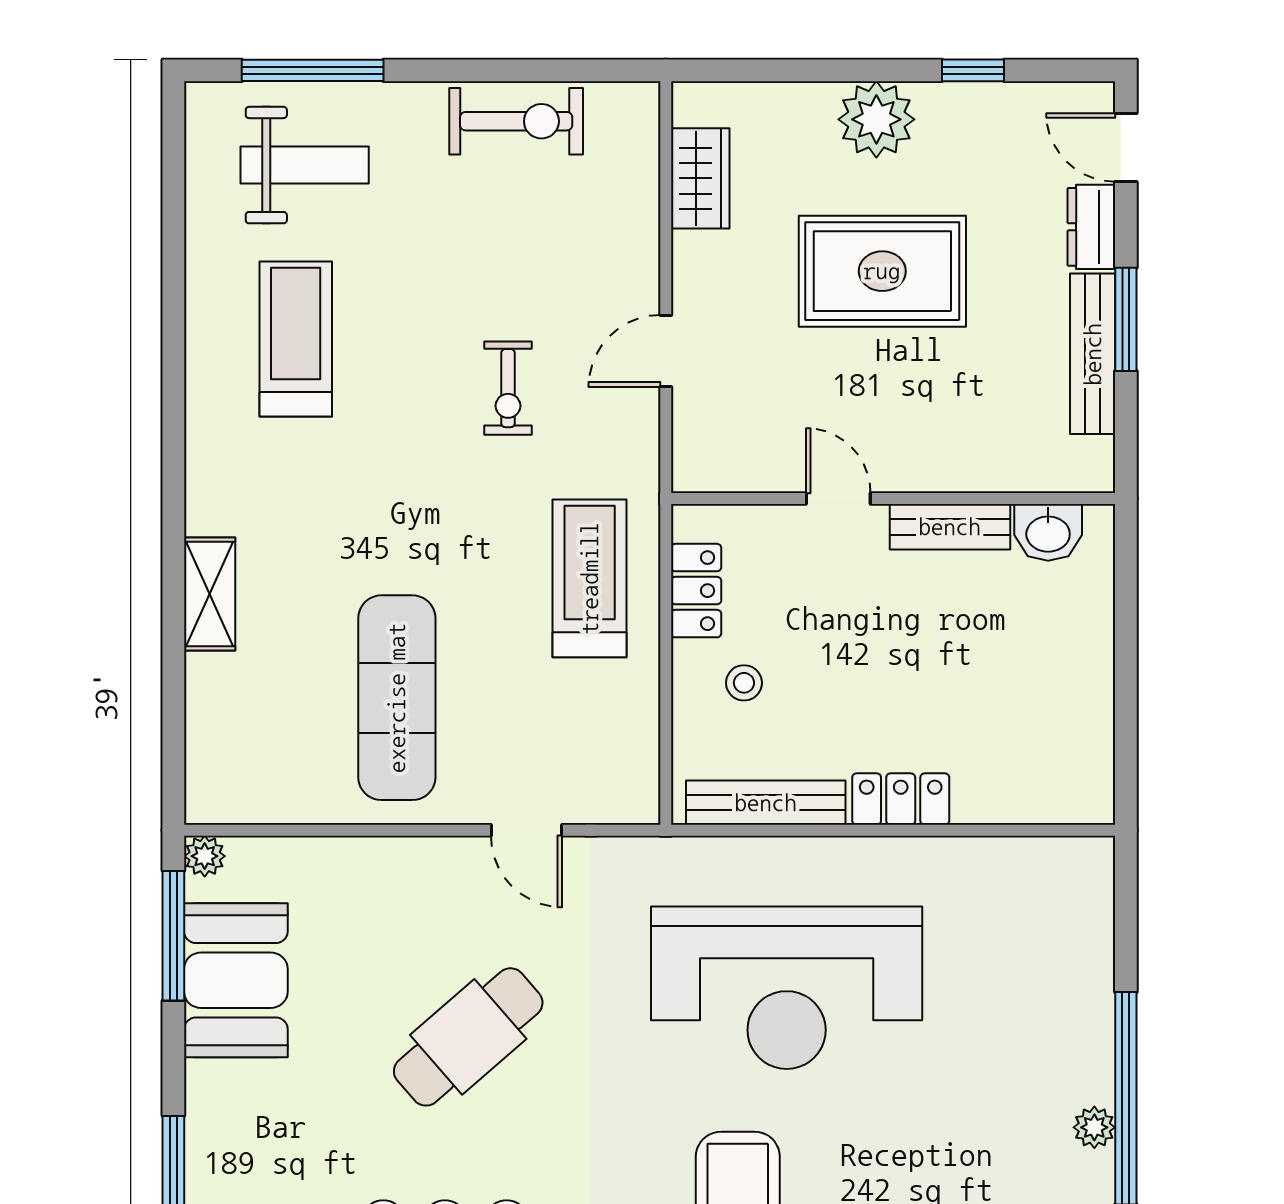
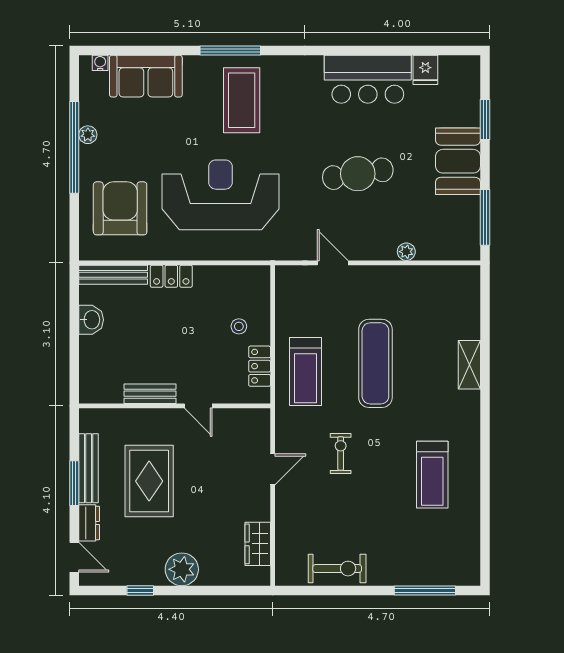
exercise bike: (516, 121) -> (337, 569), turned 180
weight bench: (305, 165) -> (428, 550), removed
rug: (882, 271) -> (149, 481), moved, turned 90
washbasin: (1048, 532) -> (91, 320), moved, turned 90
exercise mat: (397, 698) -> (375, 363), moved
bench: (766, 803) -> (113, 275), moved
plant: (205, 856) -> (406, 252), moved
armchair: (1019, 957) -> (120, 208), added
booth: (236, 980) -> (458, 161), moved
cafe table: (468, 1037) -> (358, 174), turned 32

